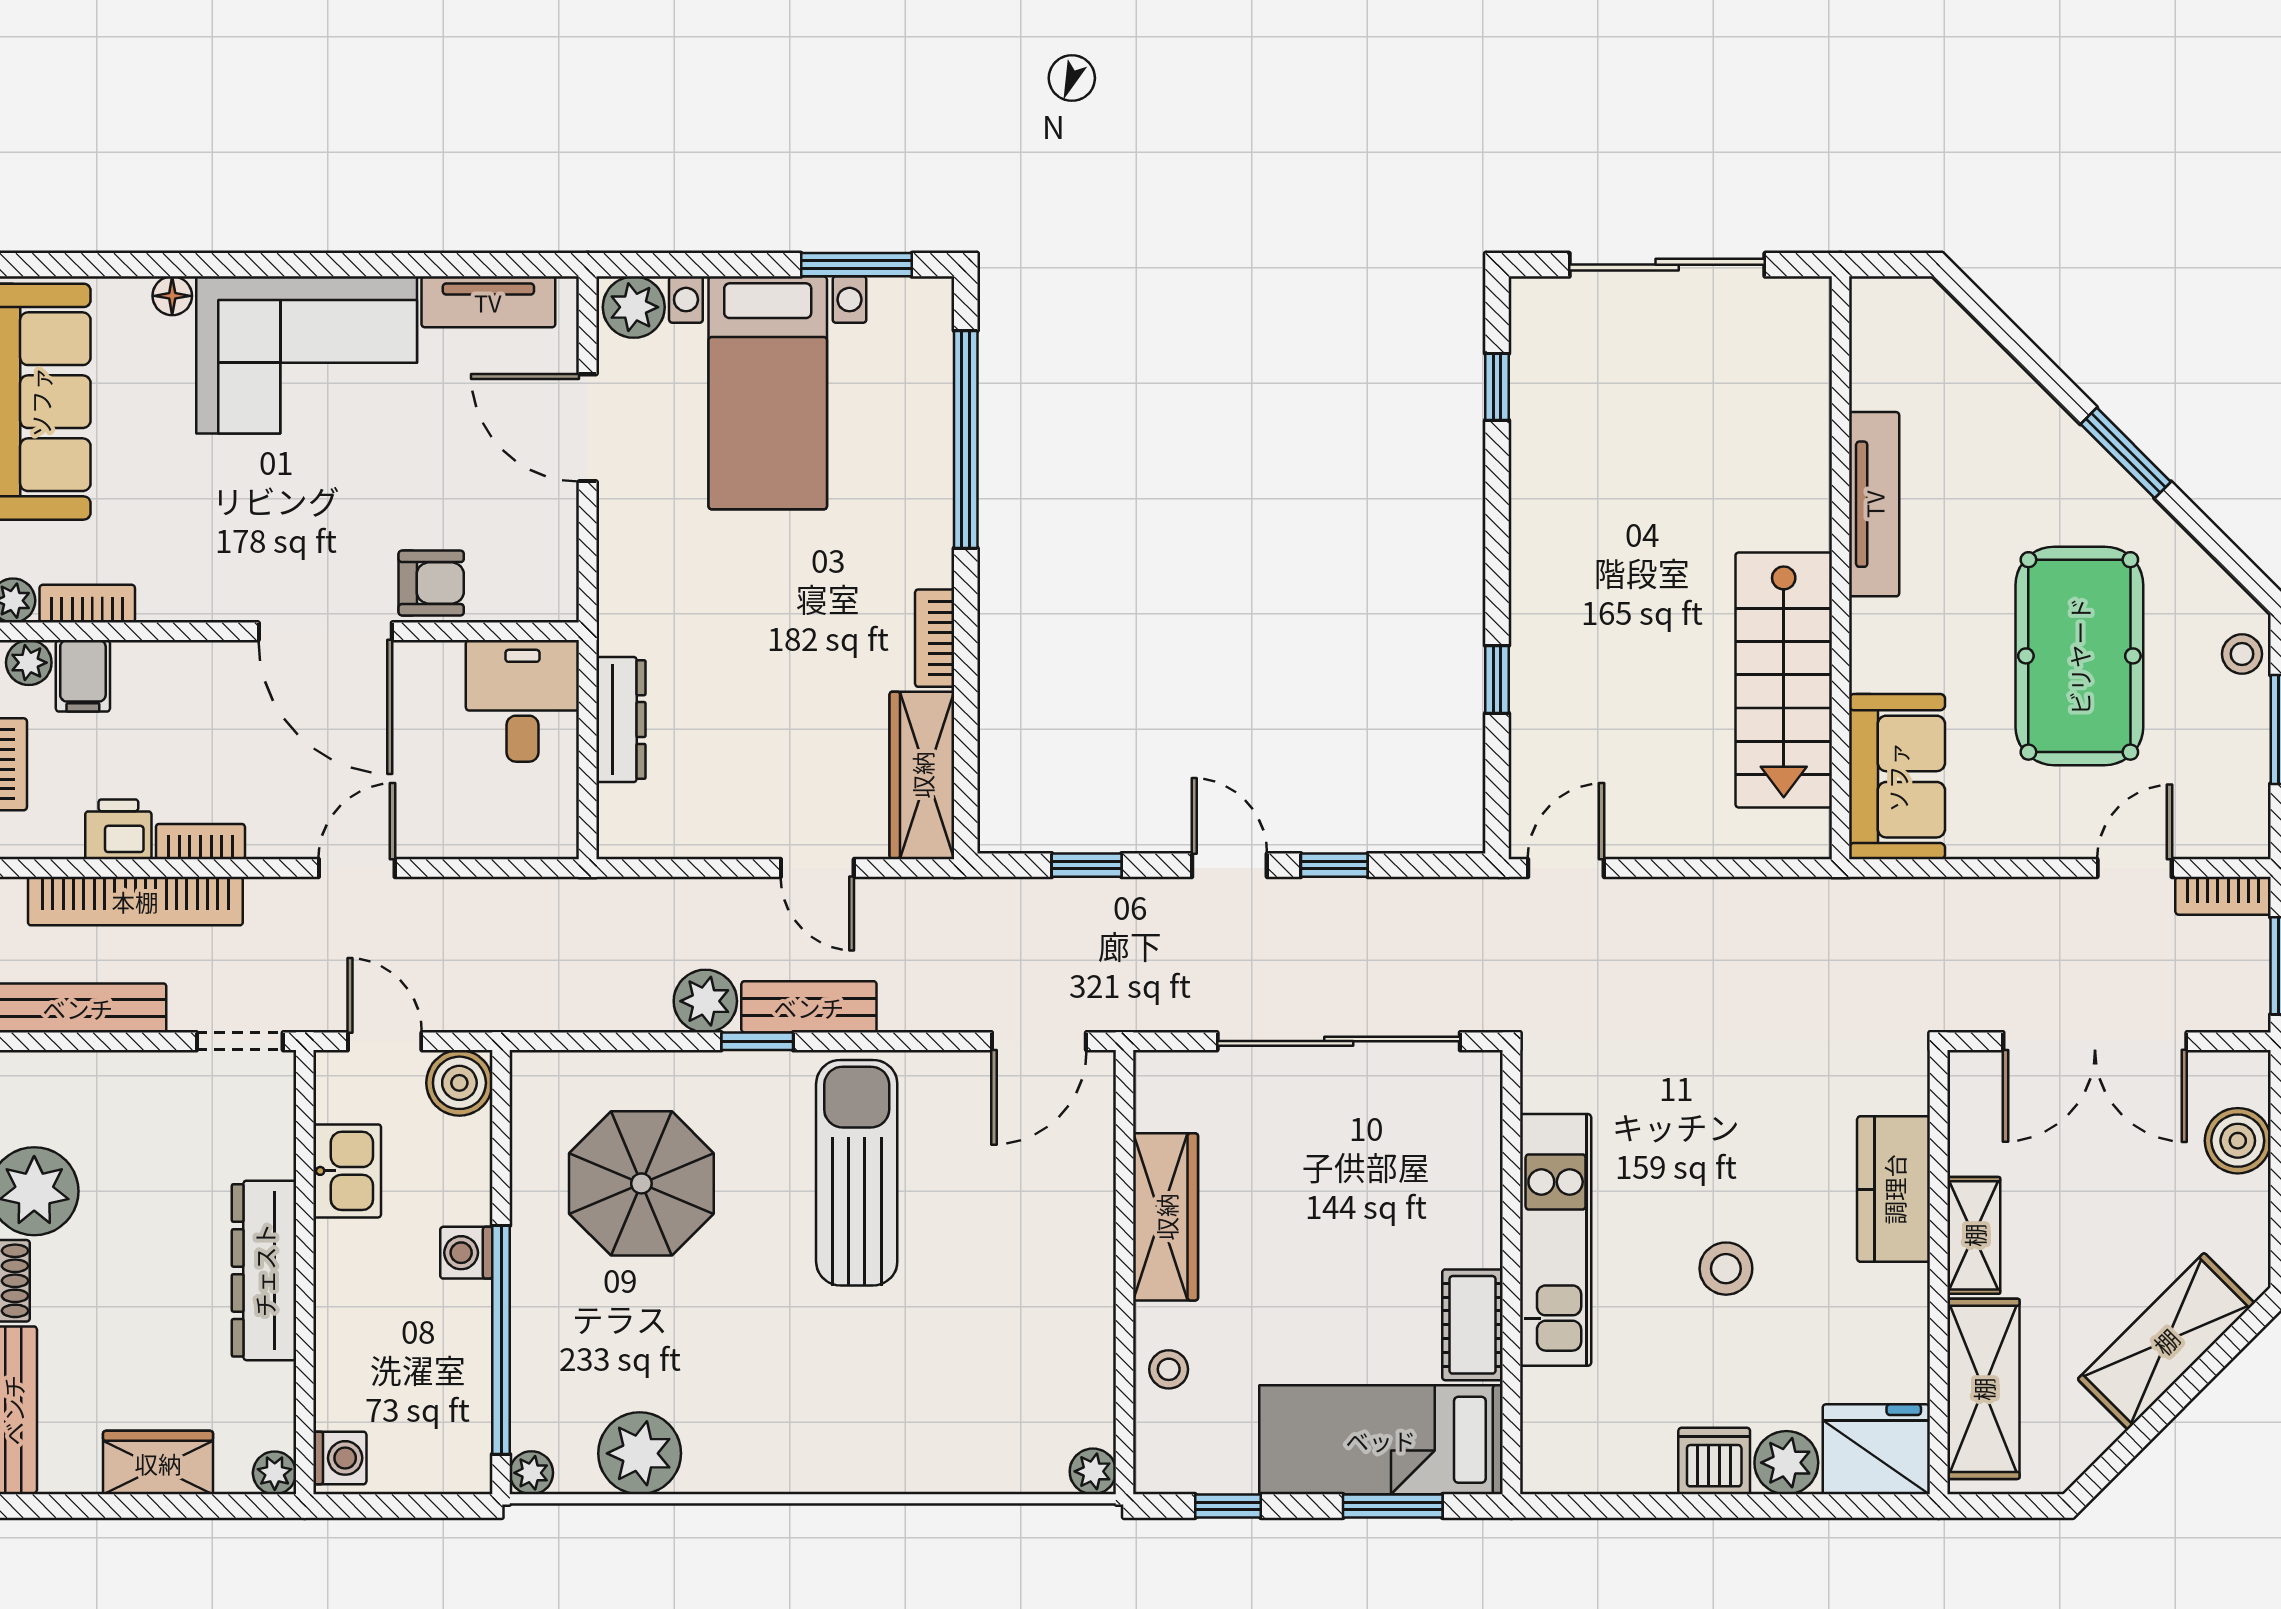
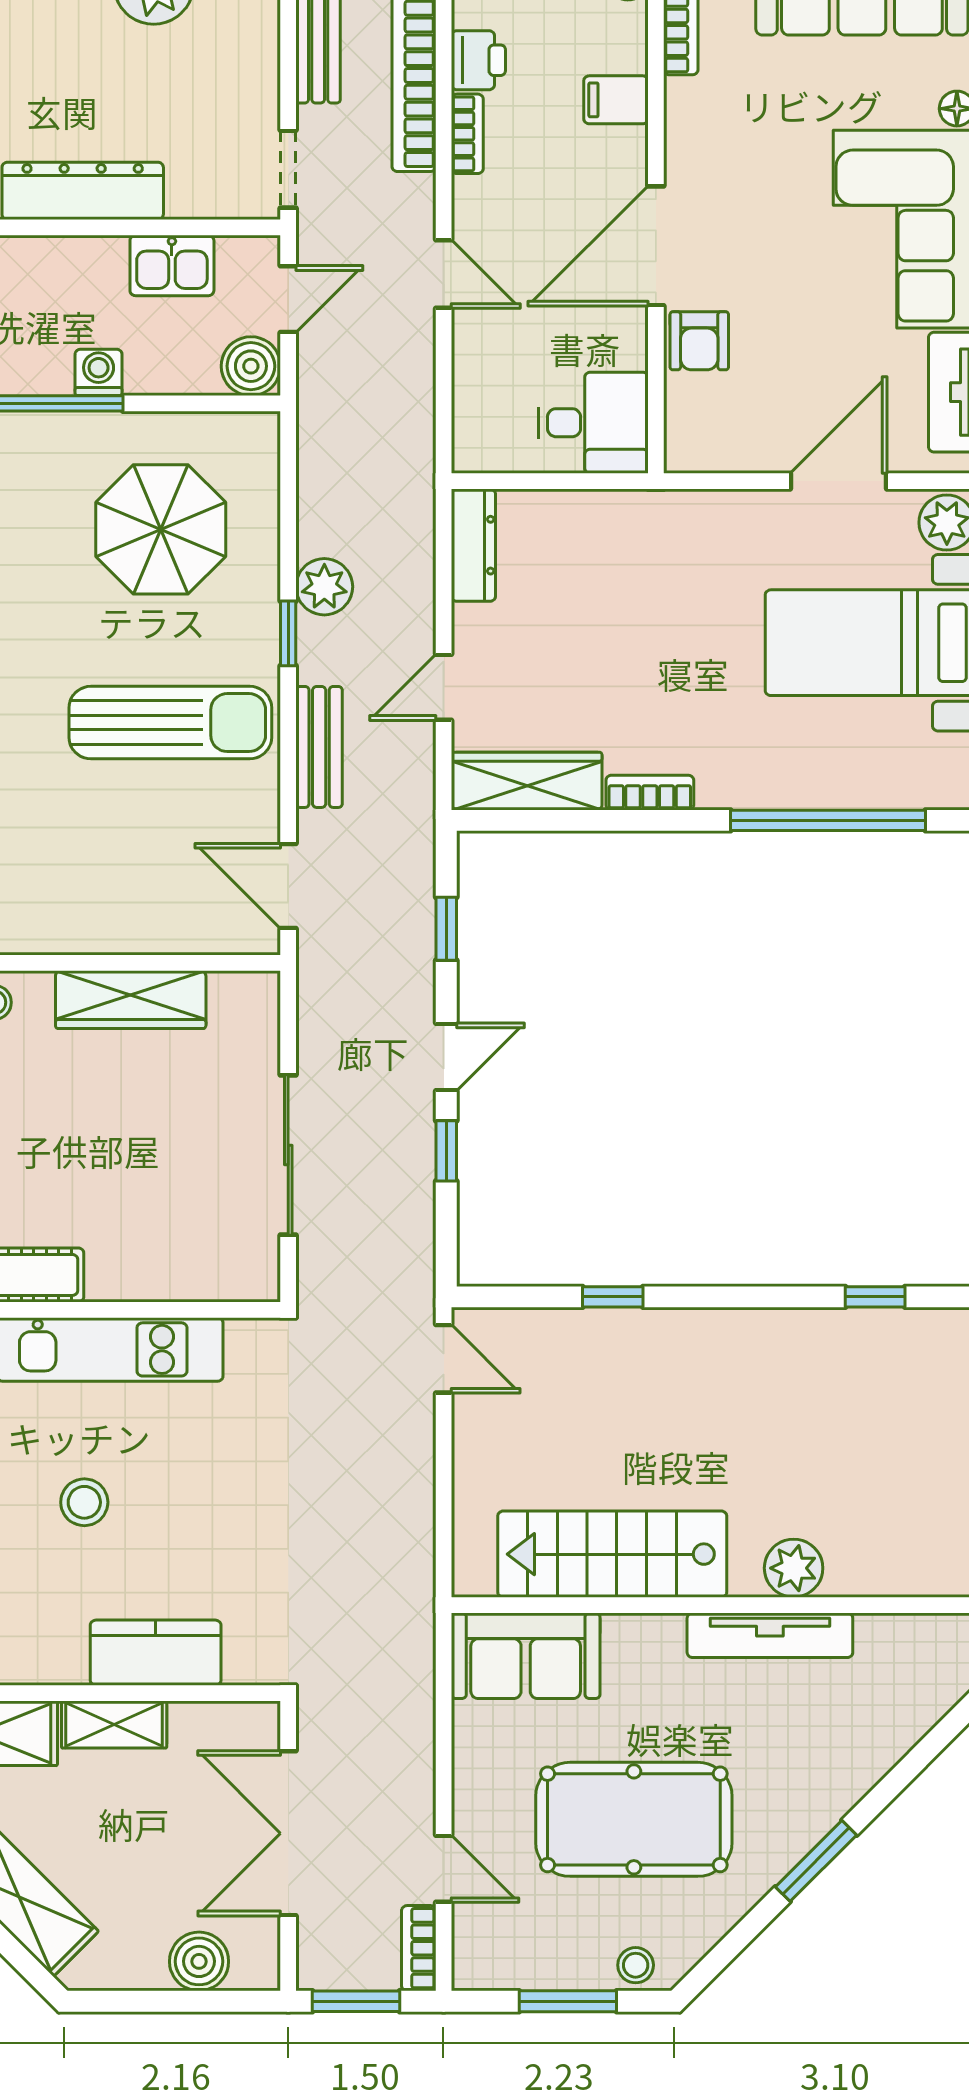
plant: (1799, 478) -> (794, 1568), added
filing cabinet: (83, 676) -> (616, 100), moved
dresser: (621, 720) -> (473, 545), moved, turned -90
bench: (809, 1007) -> (319, 747), moved
sliding door: (1339, 1041) -> (288, 1155), width x0.73

